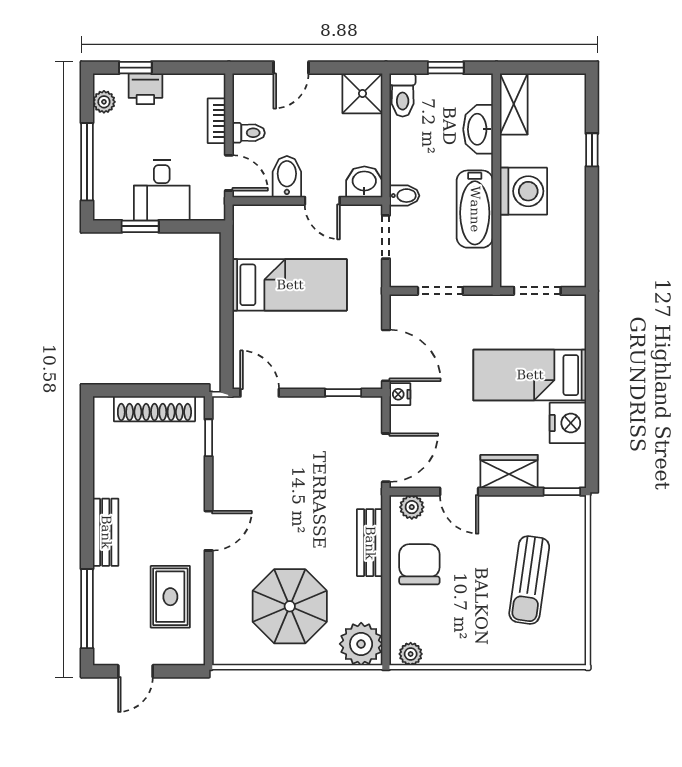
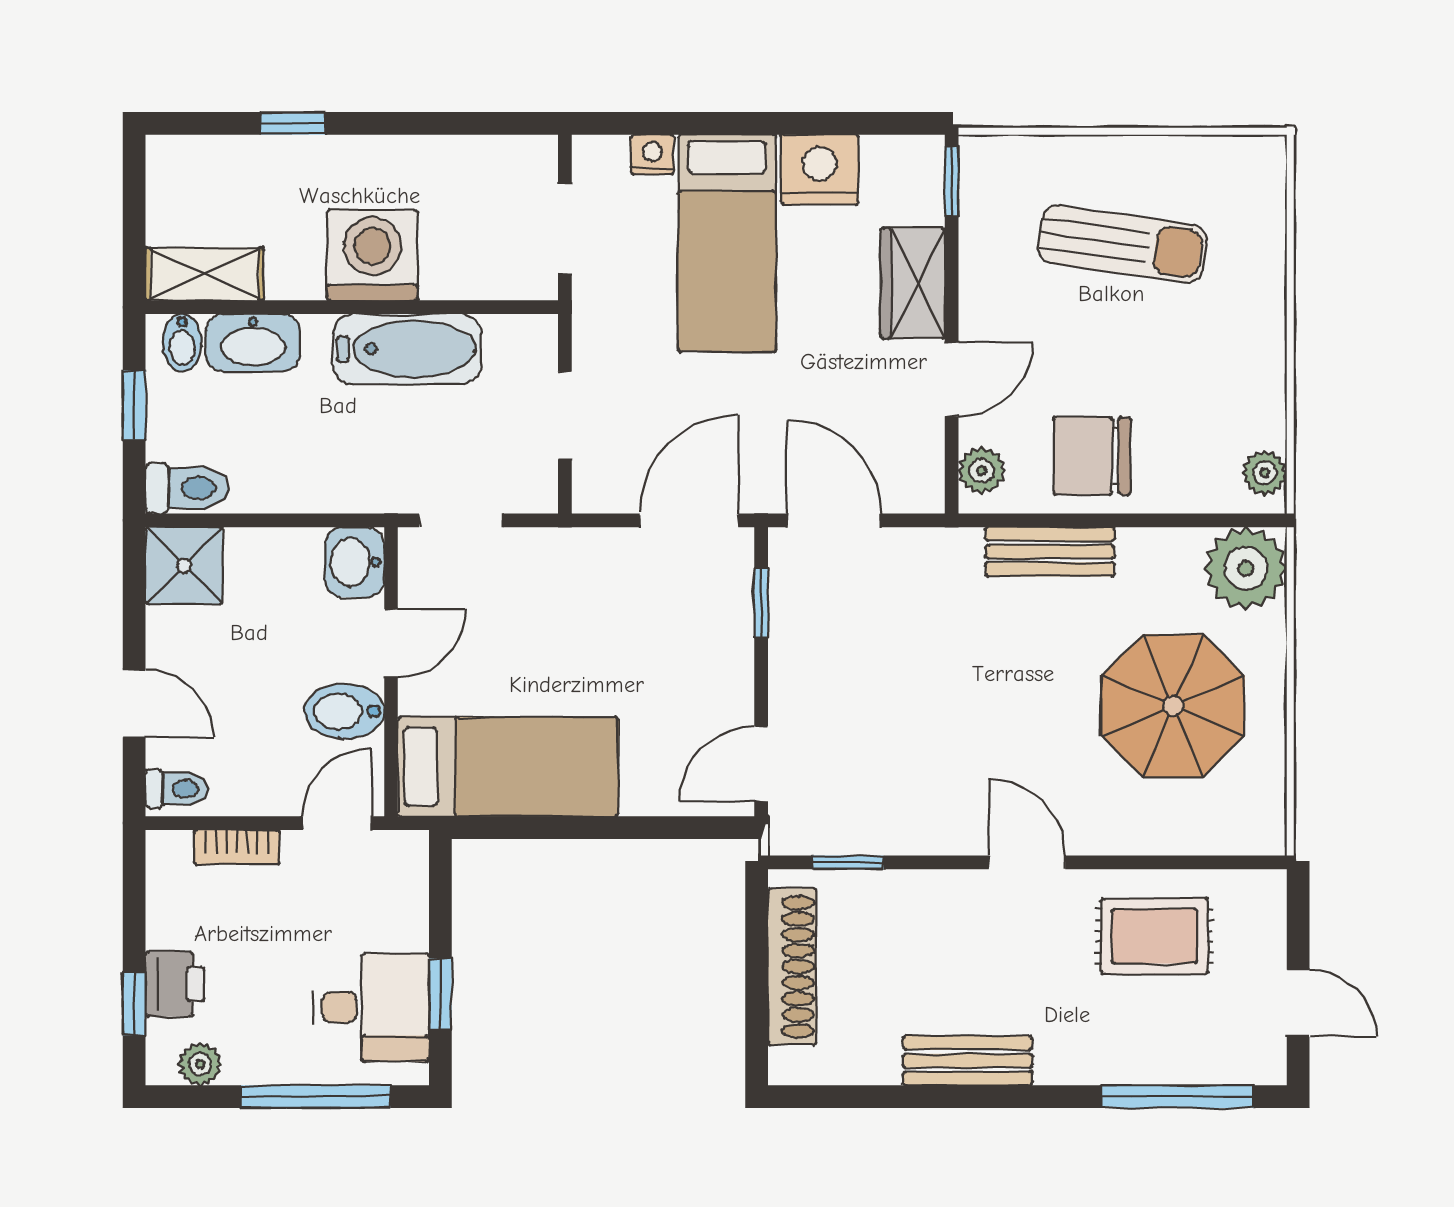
toilet: (249, 133) -> (177, 789), moved, turned 90
desk: (162, 190) -> (371, 1008), moved
bidet: (404, 196) -> (182, 343), moved, turned 180
bed: (290, 285) -> (508, 767), moved, turned 90
nightstand: (400, 394) -> (652, 155), moved, turned 180
door: (386, 458) -> (834, 520), moved
bench: (106, 532) -> (968, 1061), moved

